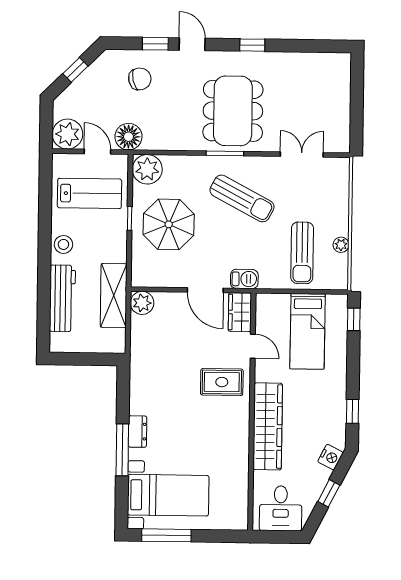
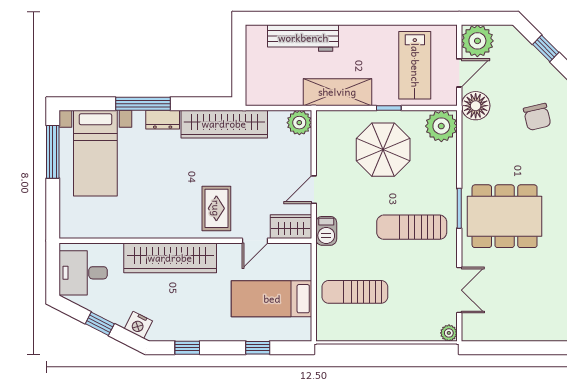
sun lounger: (242, 198) -> (412, 227), turned 62
stool: (63, 244) -> (360, 38), removed
plant: (341, 245) -> (449, 333), moved
door: (205, 290) -> (314, 190), width x0.73
shelving: (114, 296) -> (337, 92), moved
window: (354, 319) -> (258, 348), moved
wardrobe: (143, 374) -> (224, 124), added

